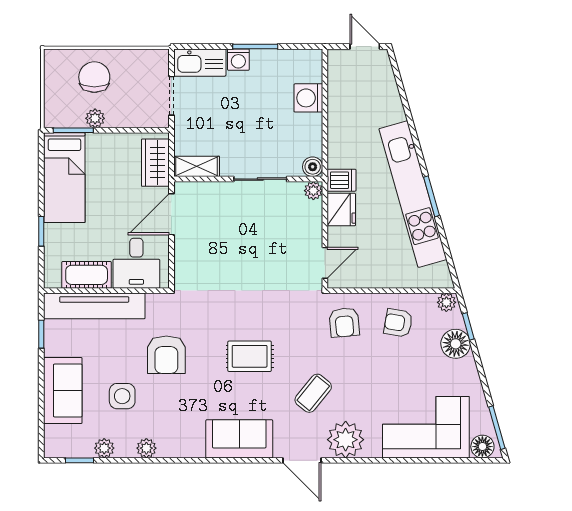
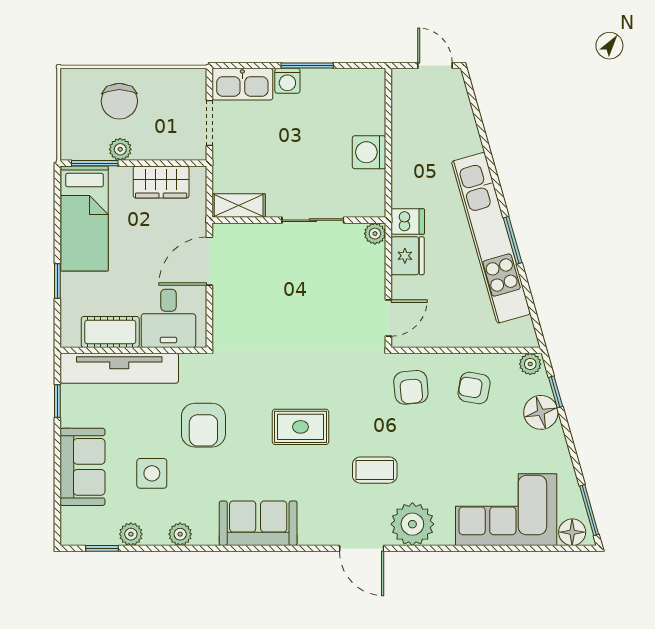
chair: (94, 77) -> (119, 101), turned 180
washing machine: (308, 98) -> (369, 152), moved
wardrobe: (155, 163) -> (161, 182), moved, turned -90
boiler: (313, 167) -> (374, 206), removed
coffee table: (313, 393) -> (375, 470), turned 51
sofa: (239, 439) -> (258, 523), moved

